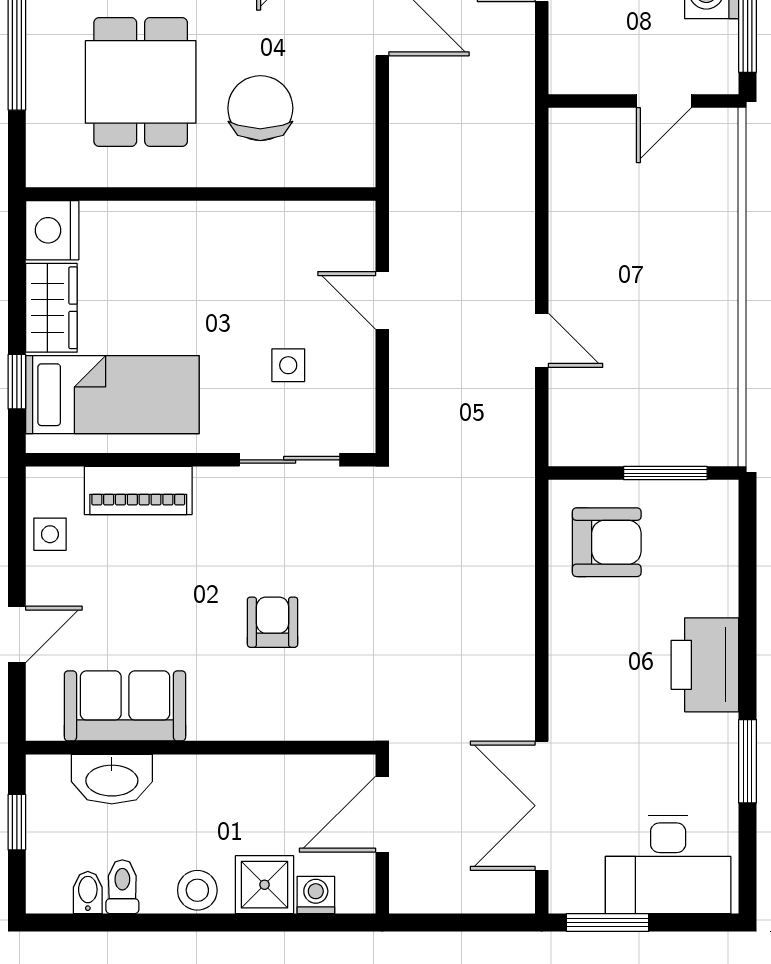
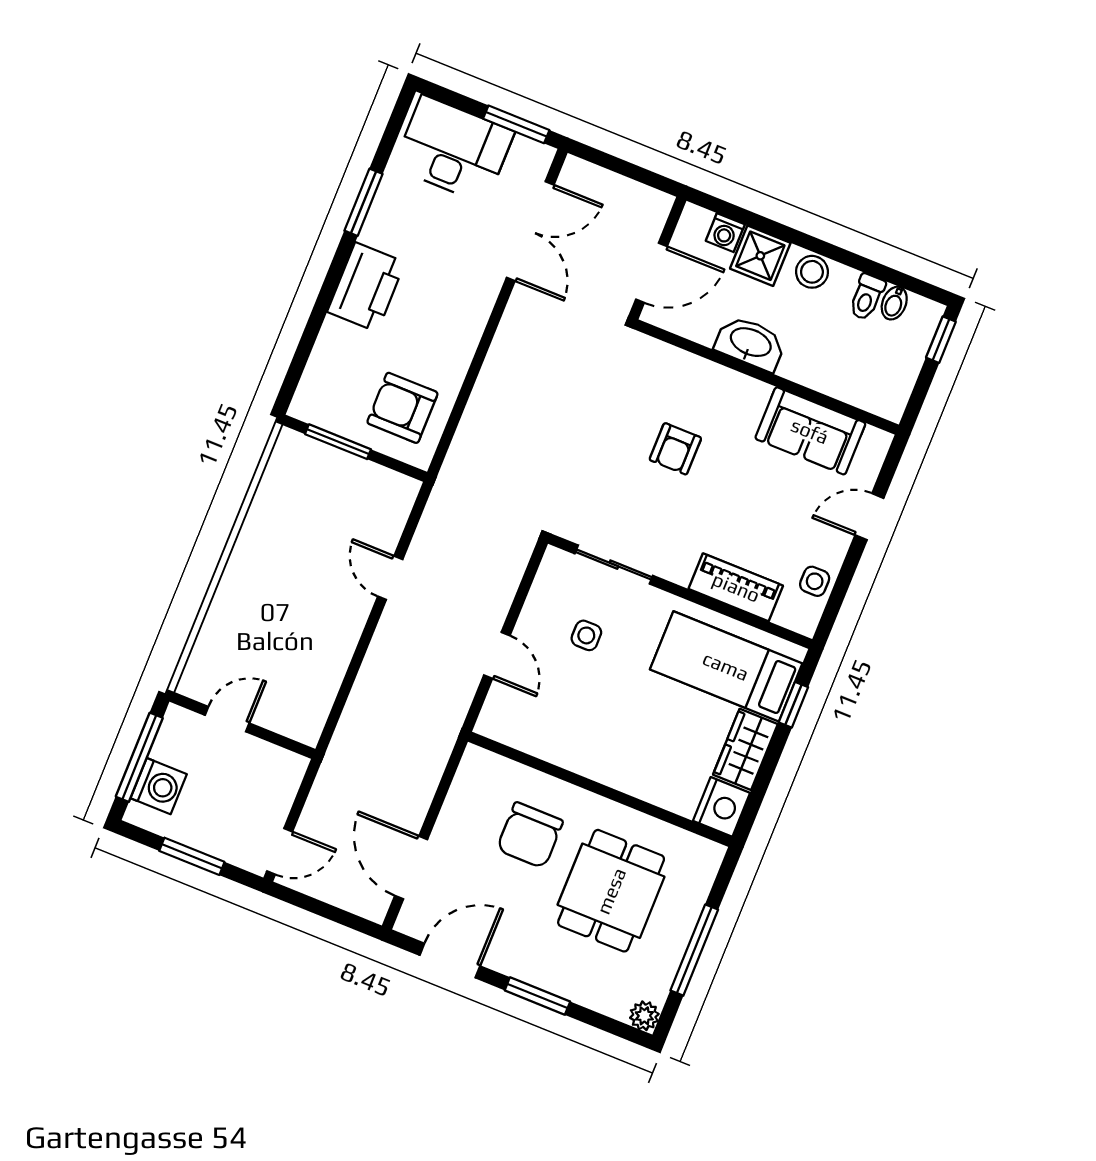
washbasin: (112, 779) -> (750, 343), moved
window: (17, 822) -> (941, 340), moved

